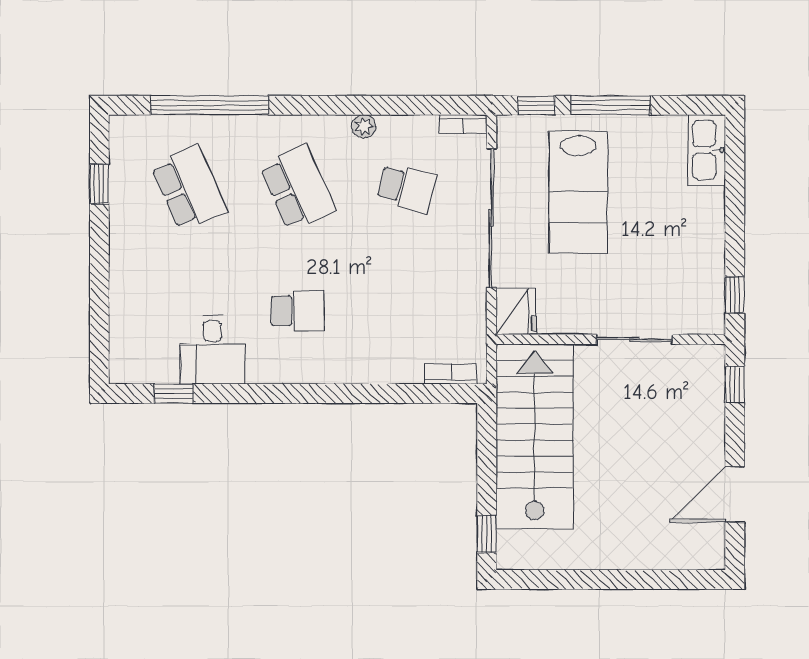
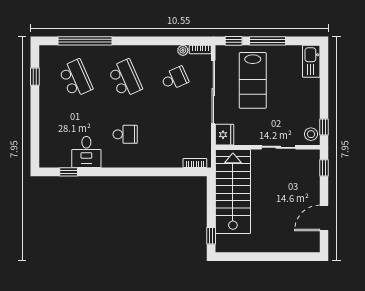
plant: (364, 126) -> (183, 50), moved
school desk: (406, 188) -> (175, 78), turned -39
stool: (706, 310) -> (311, 134), added

